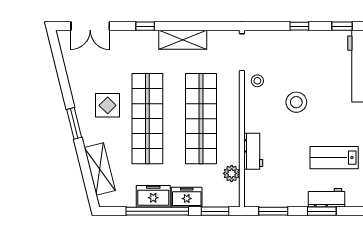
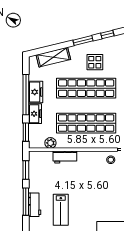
window: (65, 86) -> (107, 34), added
stool: (296, 102) -> (97, 185), removed
lab bench: (334, 158) -> (61, 210), turned 180
window: (322, 211) -> (26, 202), width x1.44

